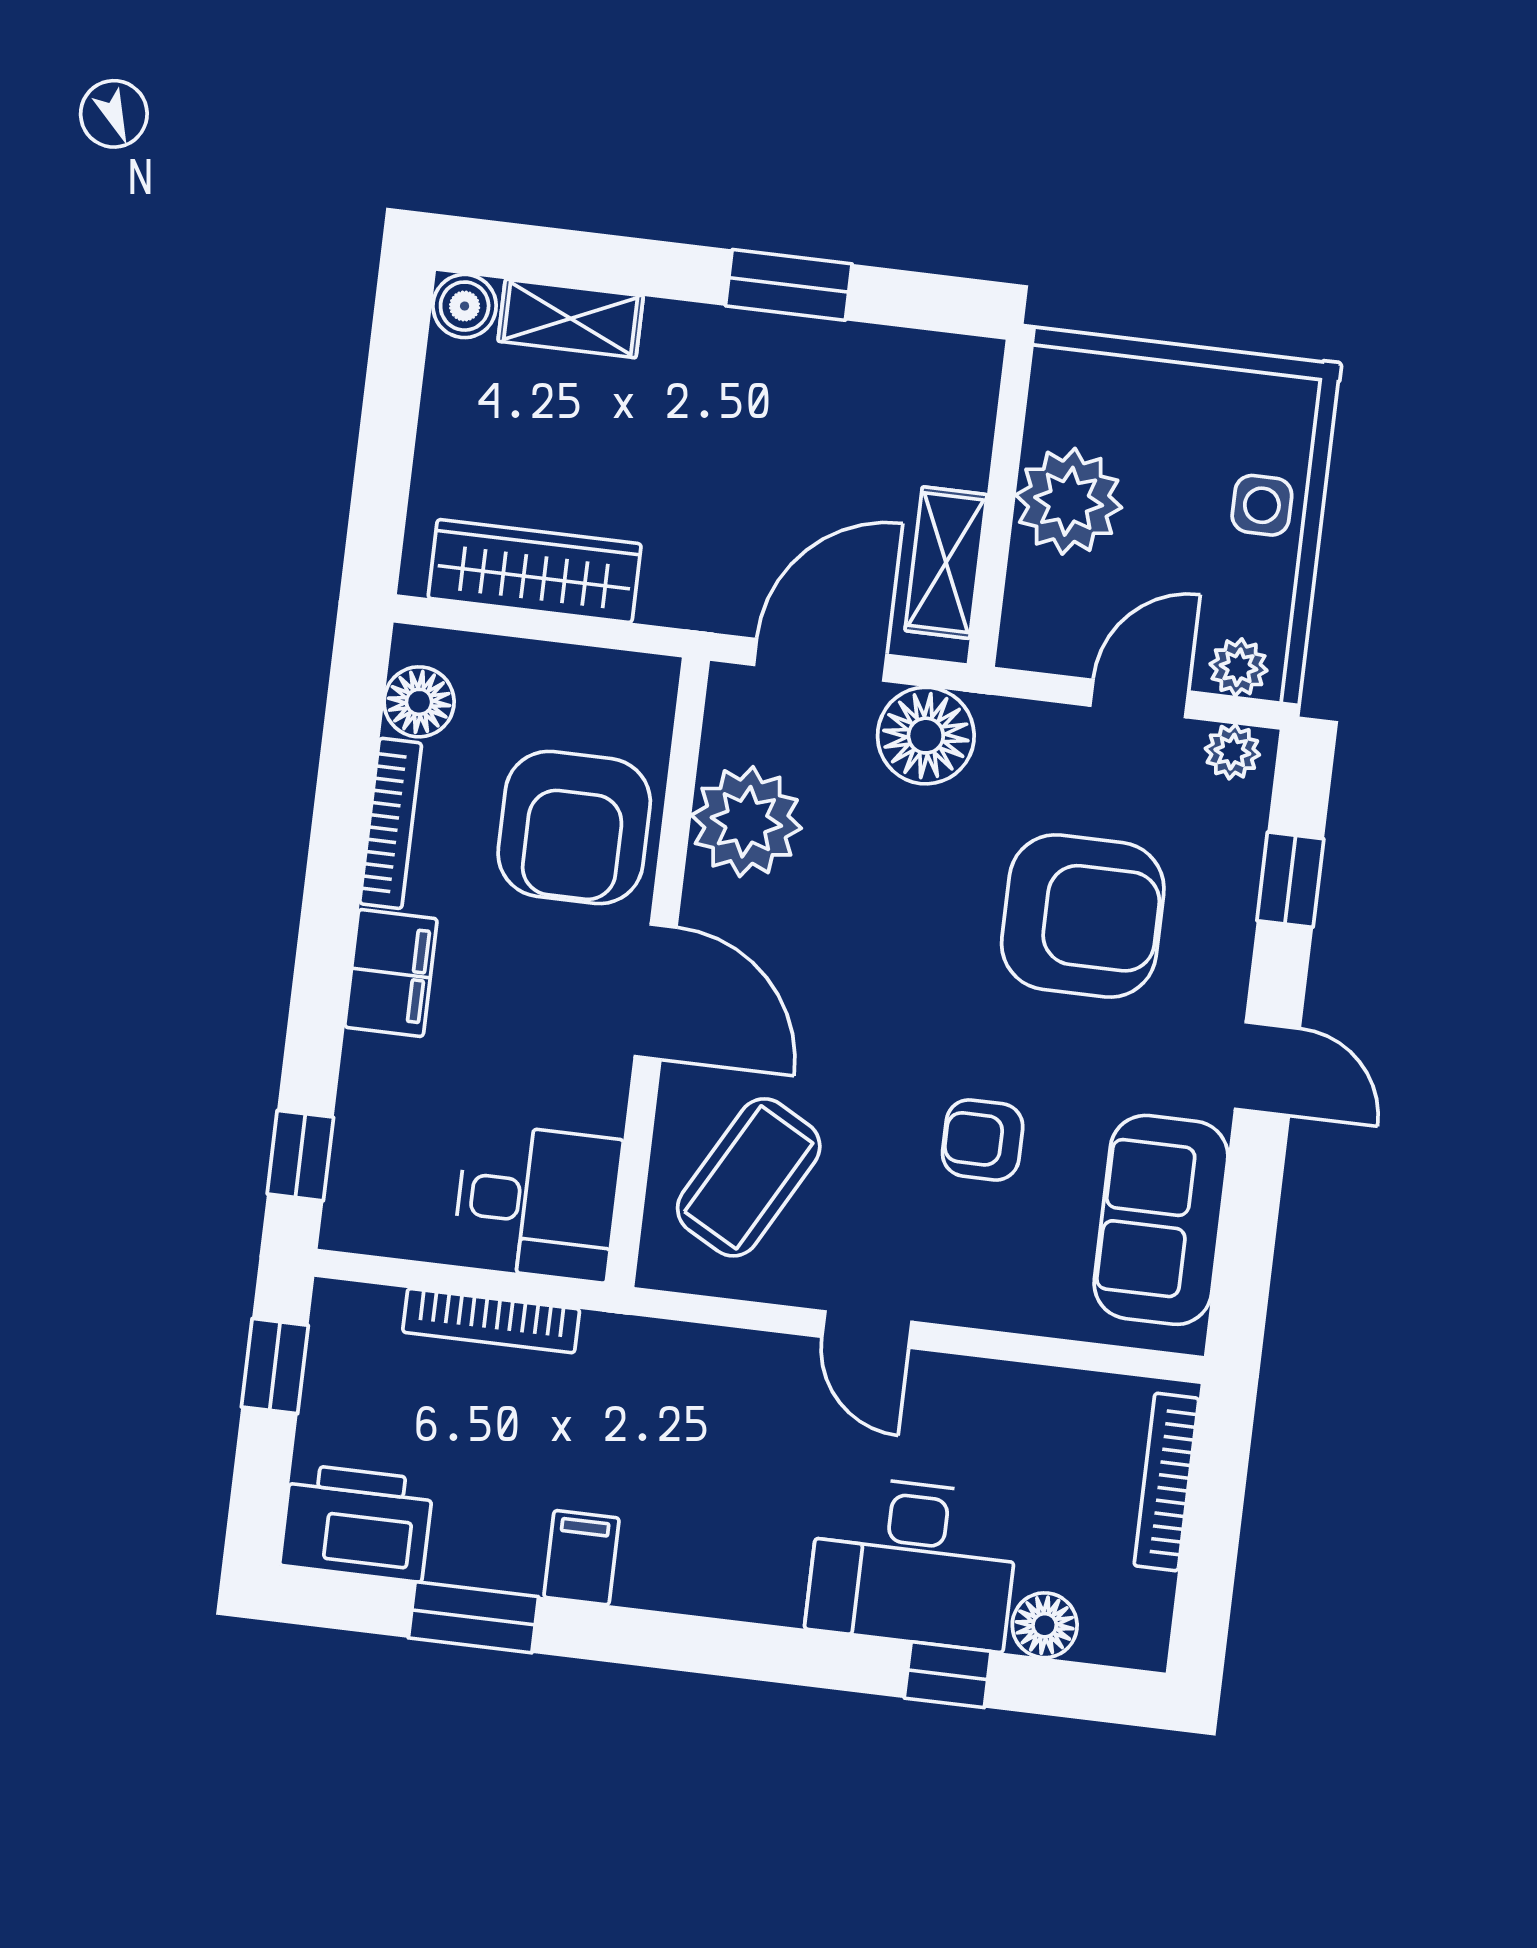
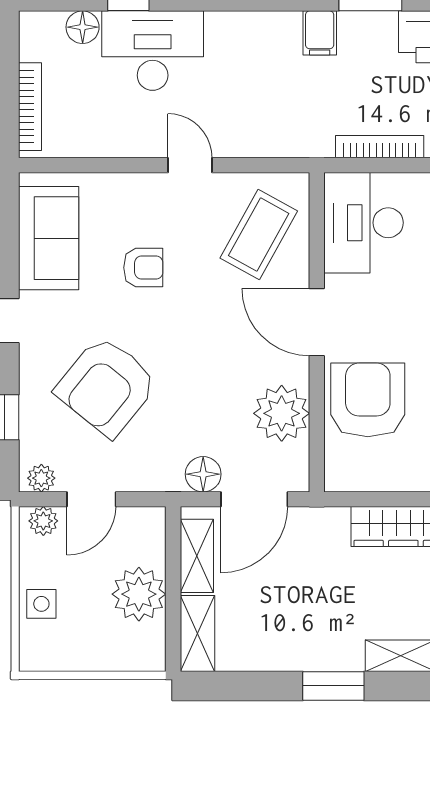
window: (789, 285) -> (333, 686), moved
shelving: (963, 410) -> (197, 634), added
floor lamp: (926, 736) -> (203, 474), width x0.73, depth x0.73
armchair: (1083, 916) -> (107, 386), turned -51
desk: (537, 1202) -> (364, 223), width x1.37

